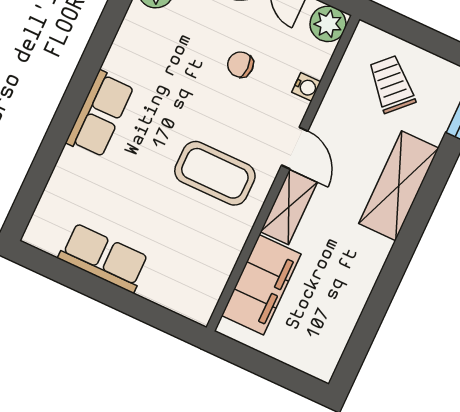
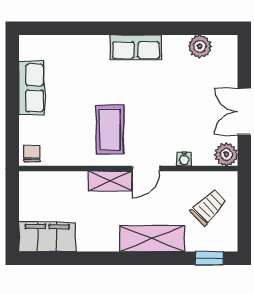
chair: (240, 65) -> (32, 154), moved
row of seats: (100, 114) -> (136, 47), moved
filing cabinet: (261, 285) -> (47, 237), moved, turned 180

